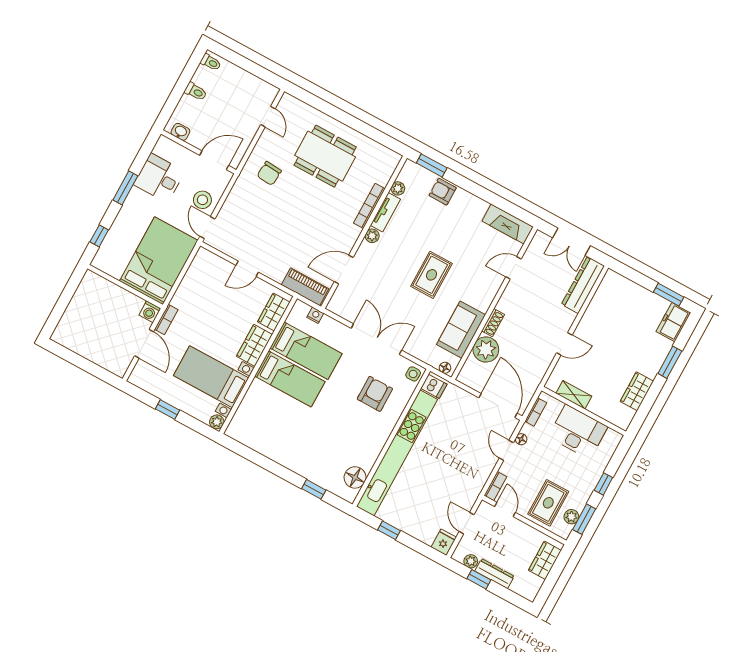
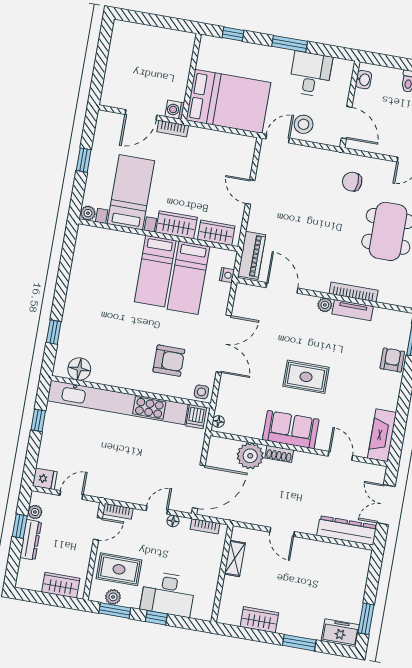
plant: (398, 188) -> (380, 314), removed
sofa: (461, 330) -> (291, 430), moved
desk: (578, 432) -> (168, 594), moved, turned 90

